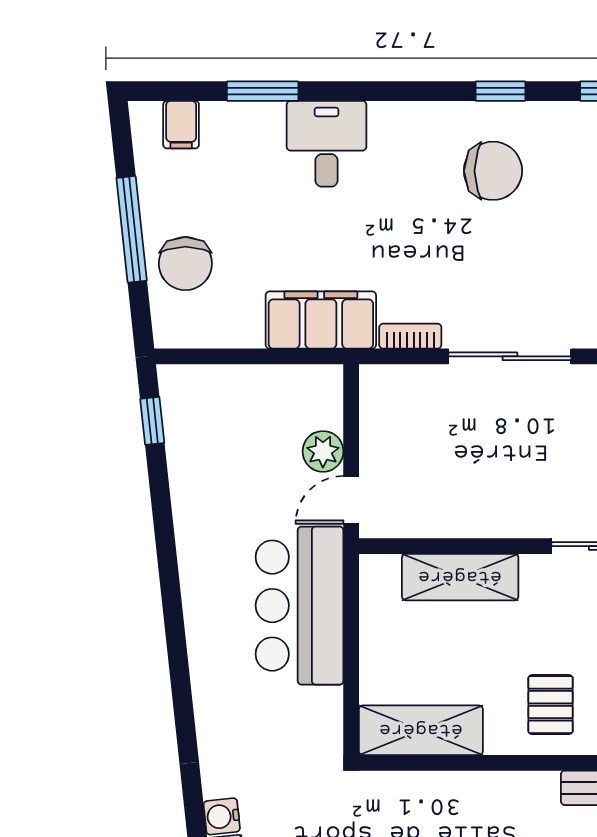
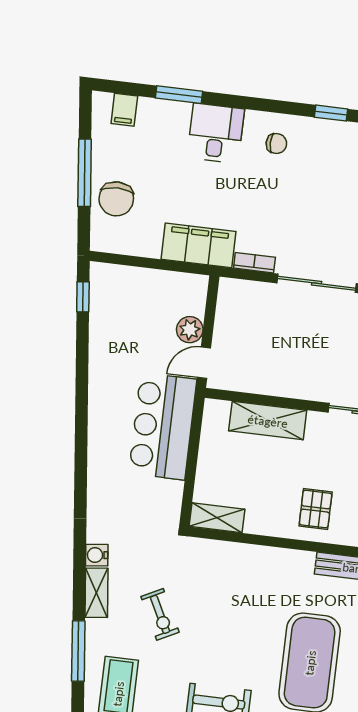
chair: (493, 171) -> (276, 143), moved, width x0.54, depth x0.54
shelving: (421, 730) -> (217, 518), width x0.67, depth x0.75

